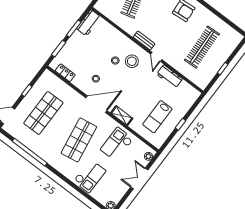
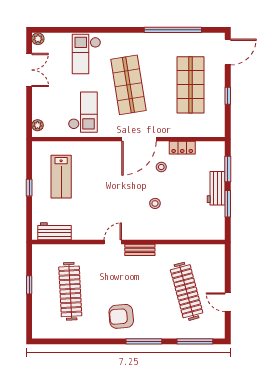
workbench: (89, 23) -> (216, 188), moved
door: (156, 57) -> (113, 242), hinge flipped
stool: (132, 61) -> (136, 217), removed
locker: (65, 73) -> (182, 148), moved
workbench: (170, 77) -> (55, 231), moved
shelving: (122, 116) -> (101, 148), removed
lab bench: (157, 117) -> (61, 177), turned 180
double door: (139, 179) -> (29, 70), moved

